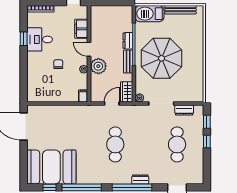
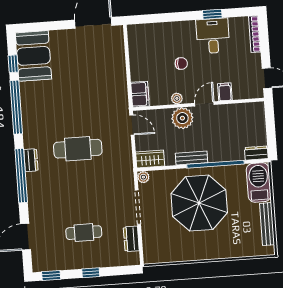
filing cabinet: (81, 29) -> (225, 92), width x0.50
dresser: (128, 41) -> (256, 153), moved
filing cabinet: (83, 96) -> (140, 94), width x2.00
door: (112, 103) -> (132, 125), moved
window: (207, 122) -> (51, 276), moved
cafe table: (177, 144) -> (84, 233), width x0.73, depth x0.74
booth: (51, 167) -> (33, 56), width x0.73, depth x0.70
dresser: (140, 179) -> (31, 160), moved

